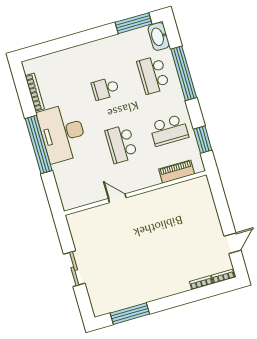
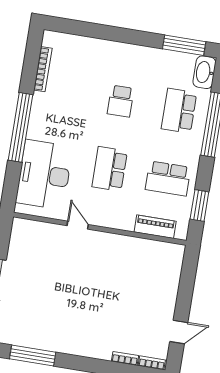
school desk: (105, 89) -> (121, 101), turned -90
desk: (63, 133) -> (44, 175), moved

